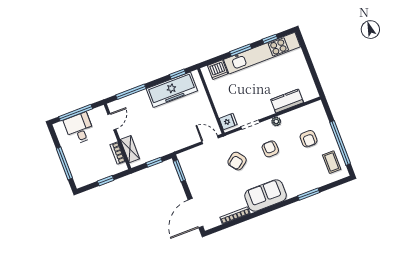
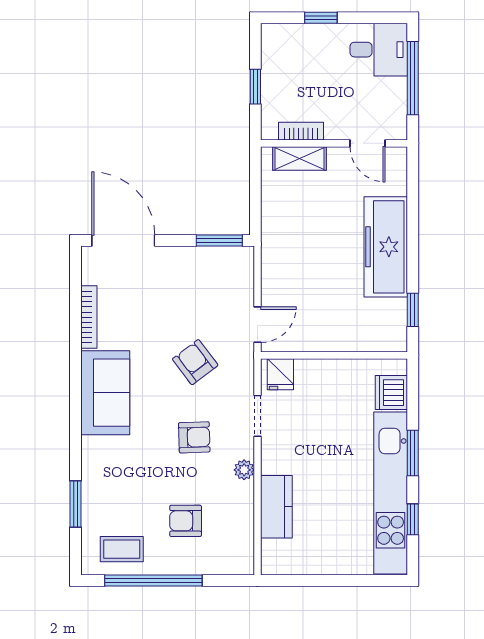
freezer: (172, 90) -> (386, 247), moved
window: (131, 92) -> (413, 203), removed
desk: (79, 129) -> (379, 50), moved
window: (154, 162) -> (255, 196), removed
window: (64, 163) -> (321, 18), width x0.46
window: (309, 194) -> (75, 504), moved

